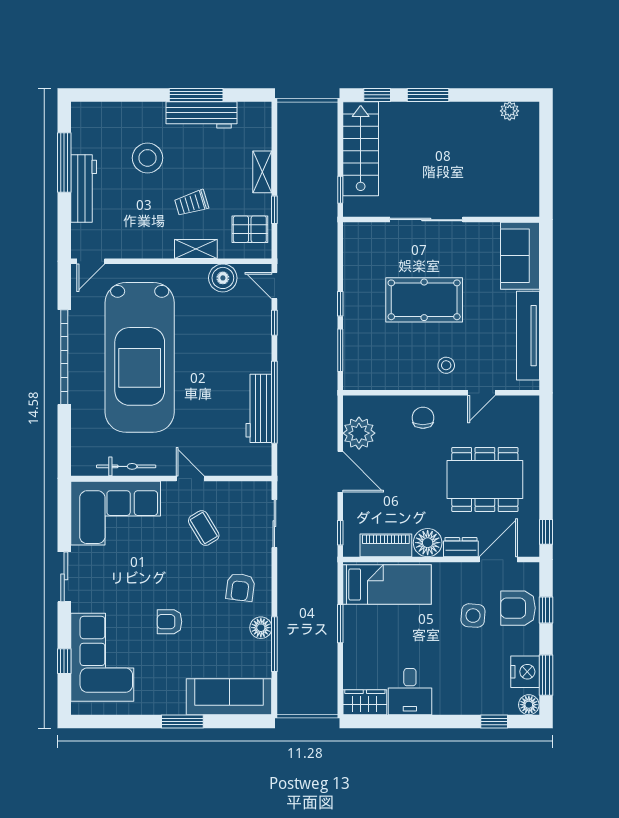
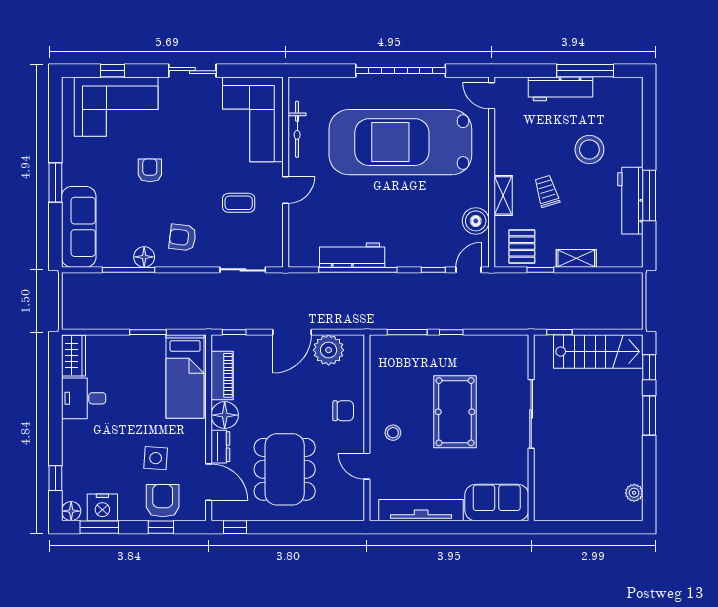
coffee table: (204, 528) -> (239, 203), turned 31

